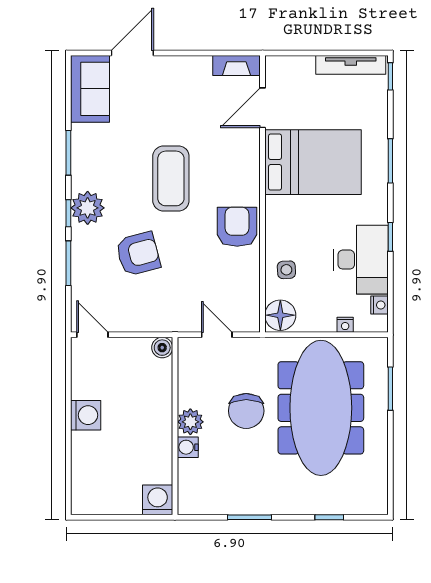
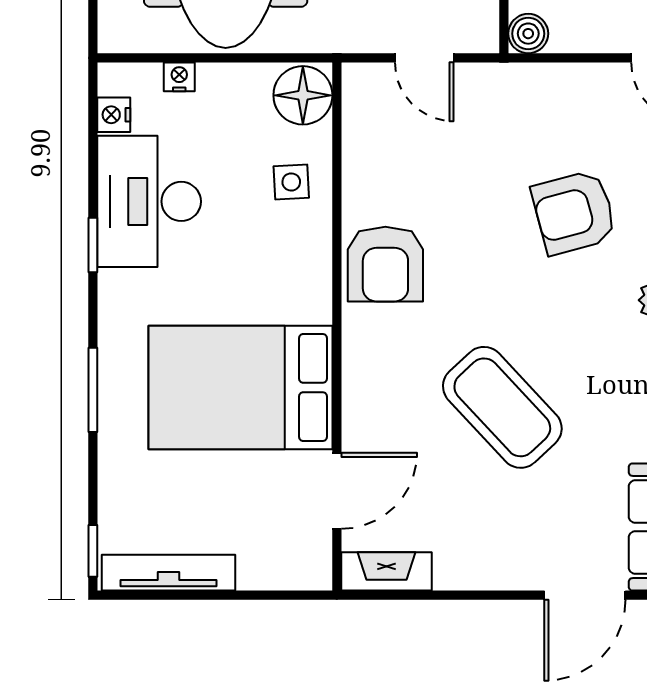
coffee table: (171, 178) -> (502, 407), moved, turned -43

